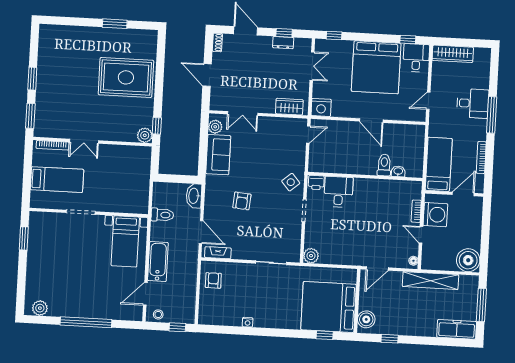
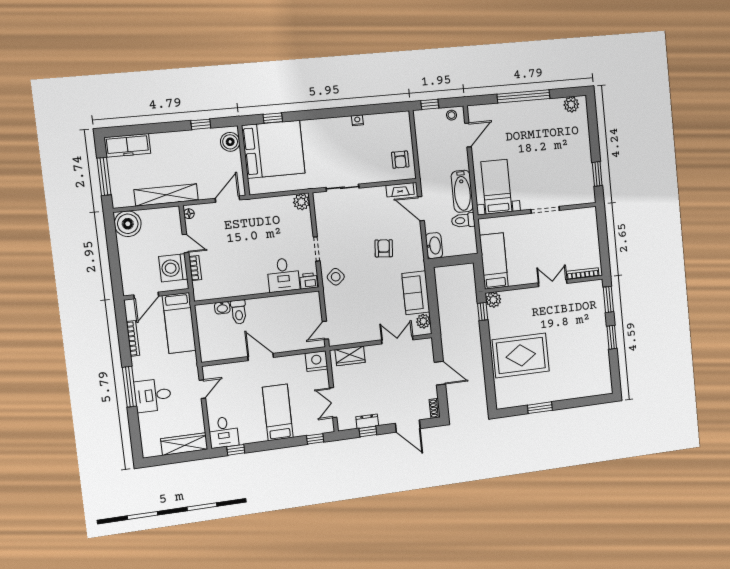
bed: (376, 67) -> (278, 412), width x0.49
bed: (57, 180) -> (494, 261), moved, turned 90
bathtub: (158, 262) -> (462, 191), moved

